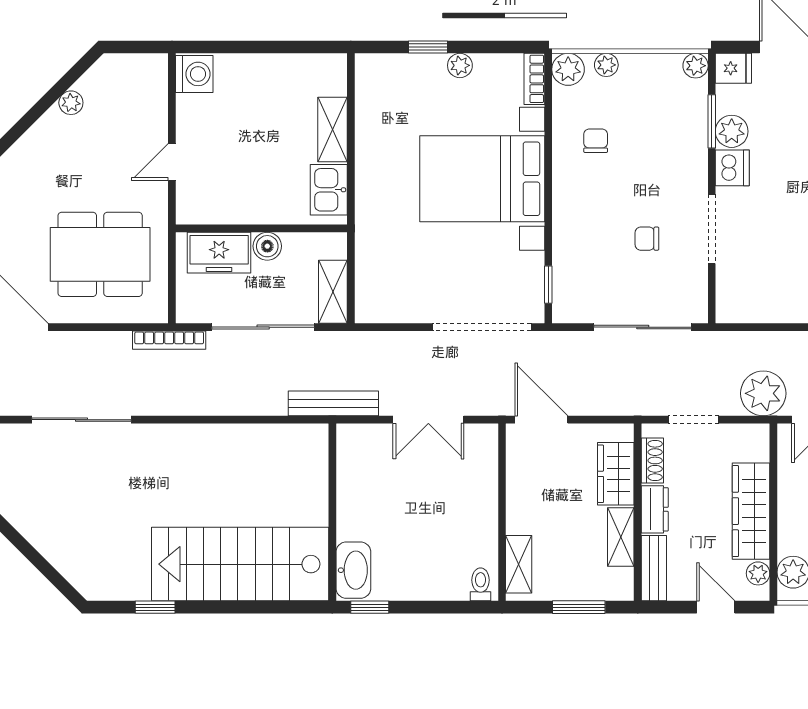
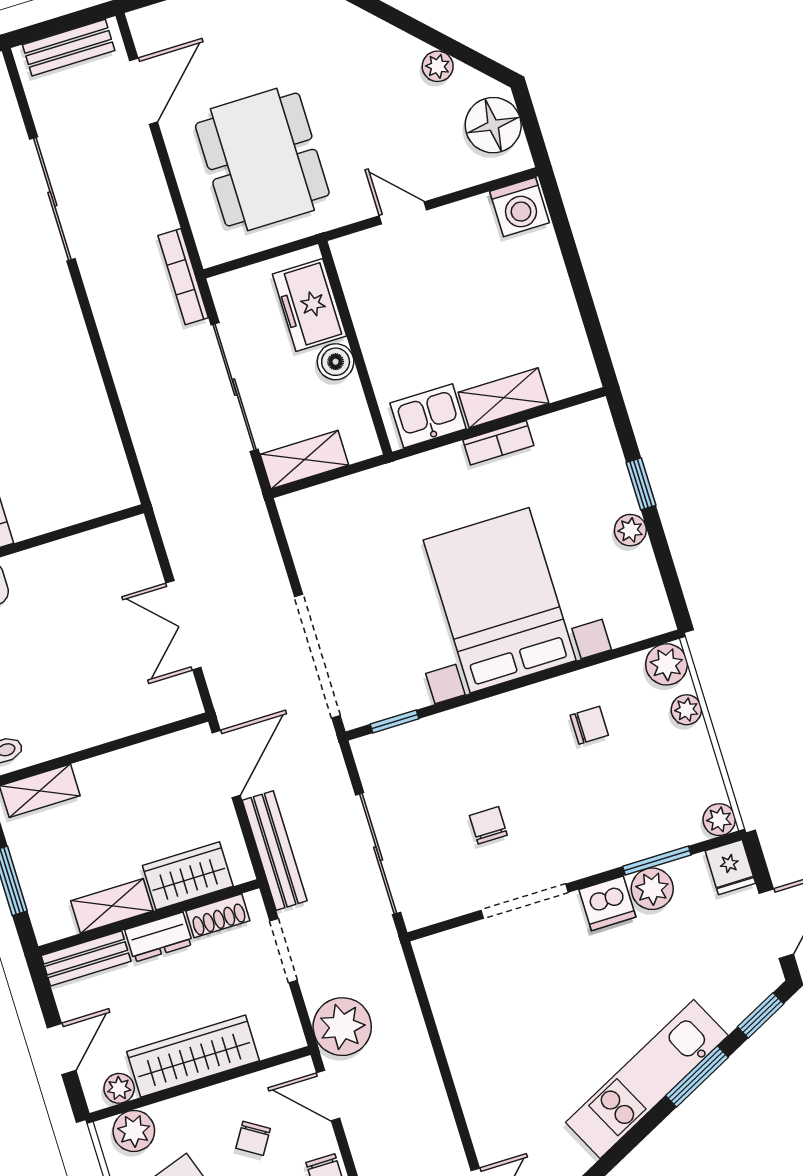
floor lamp: (127, 75) -> (493, 125), added
bookcase: (534, 79) -> (498, 443), moved, turned 180
bench: (333, 403) -> (275, 851), moved

